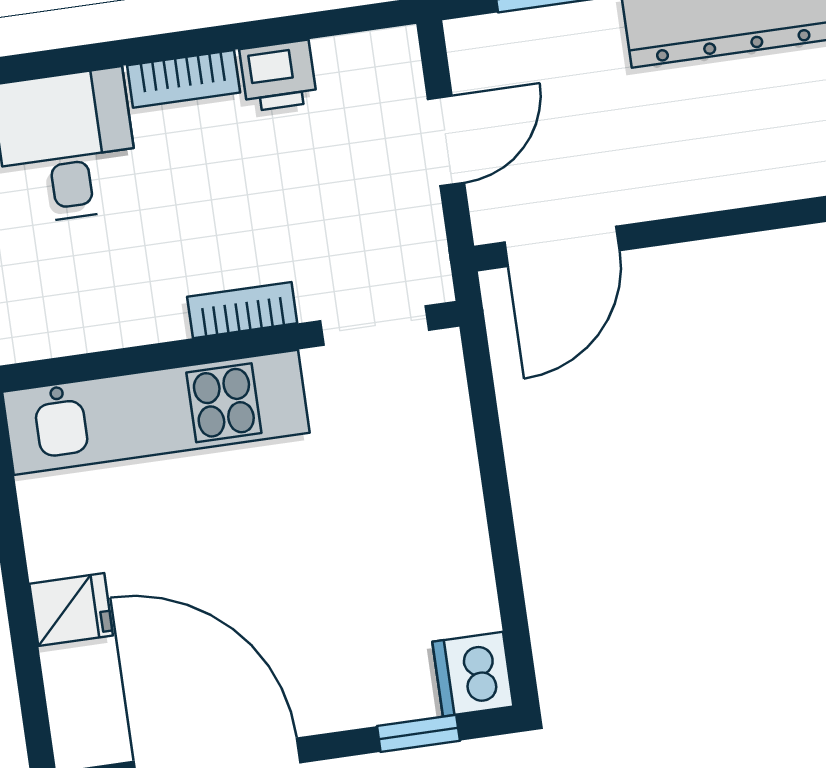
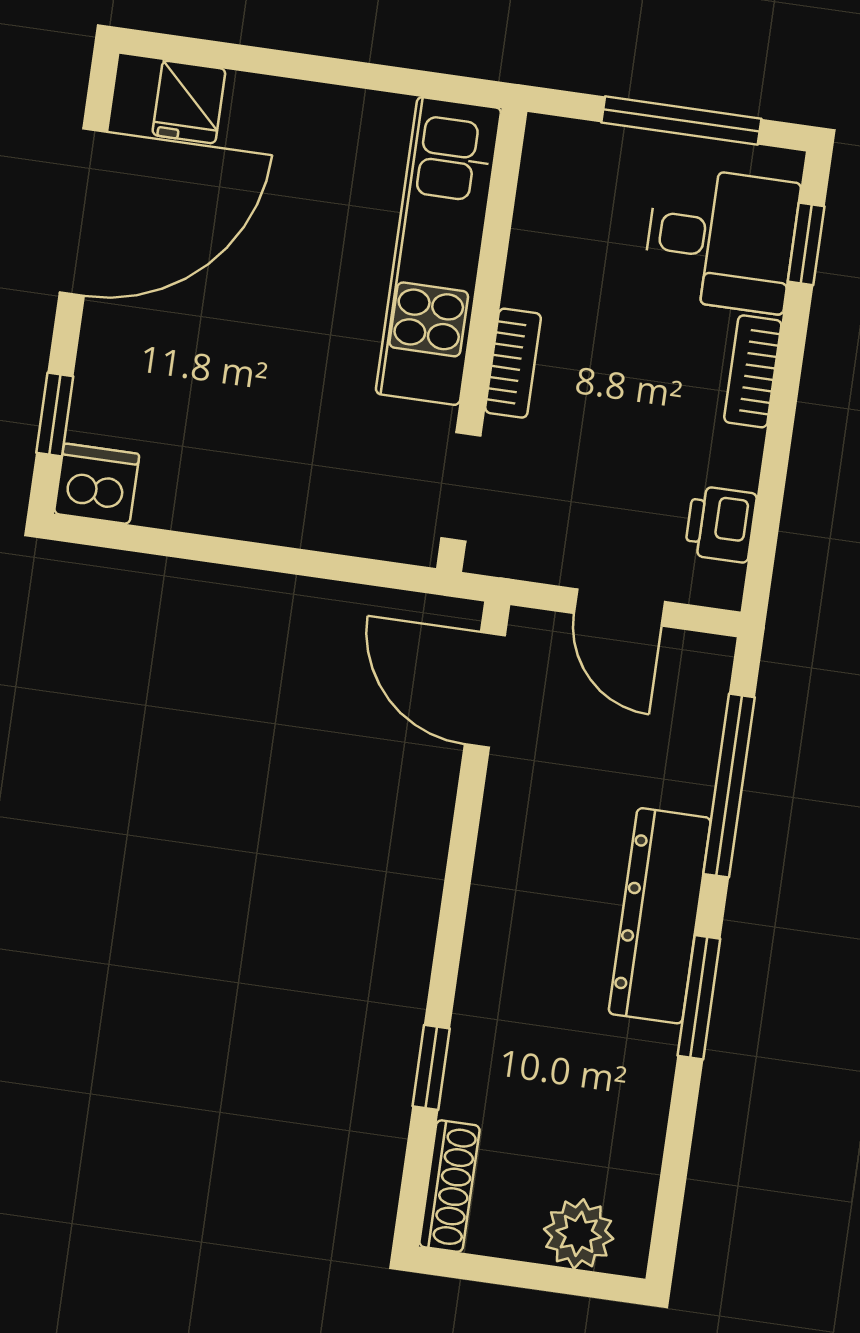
window: (47, 63) -> (806, 244), added
printer: (278, 76) -> (721, 524), moved
fridge: (71, 610) -> (189, 102), moved

